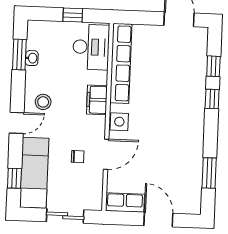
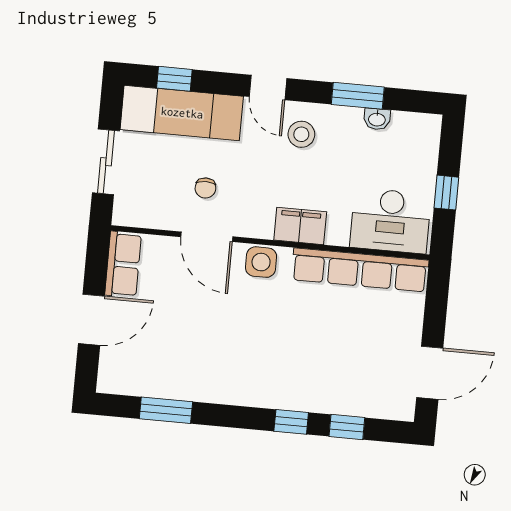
window: (19, 55) -> (358, 96), moved

